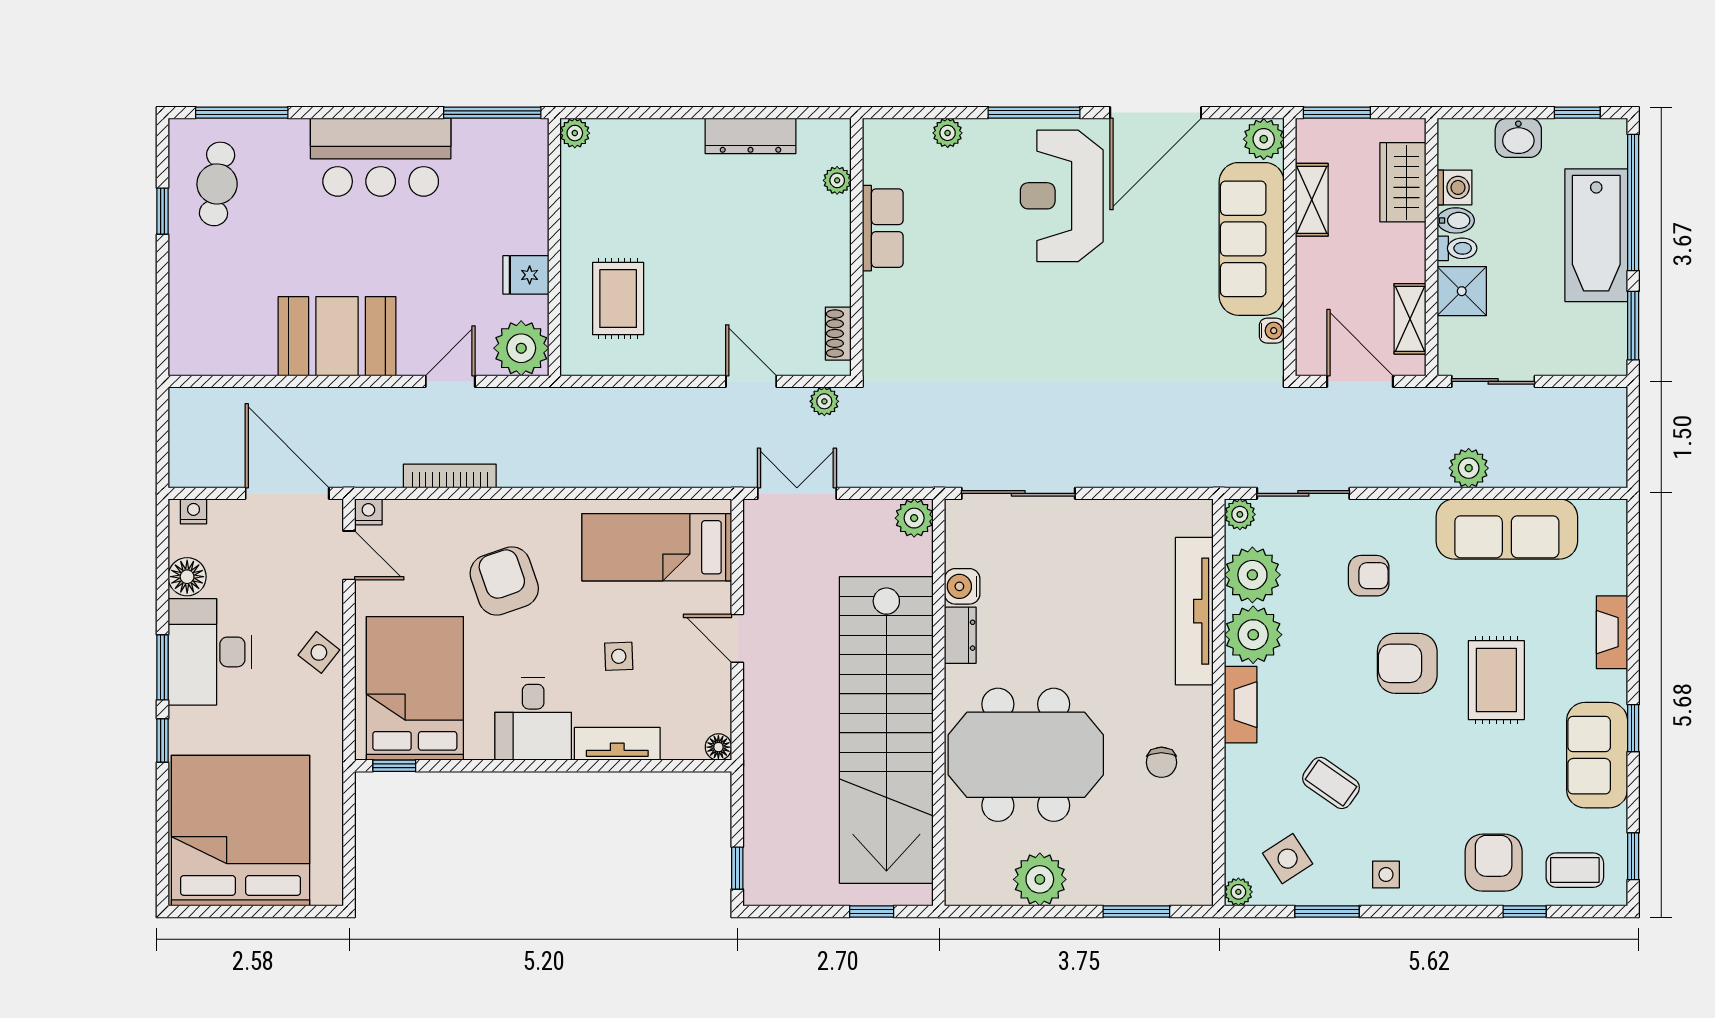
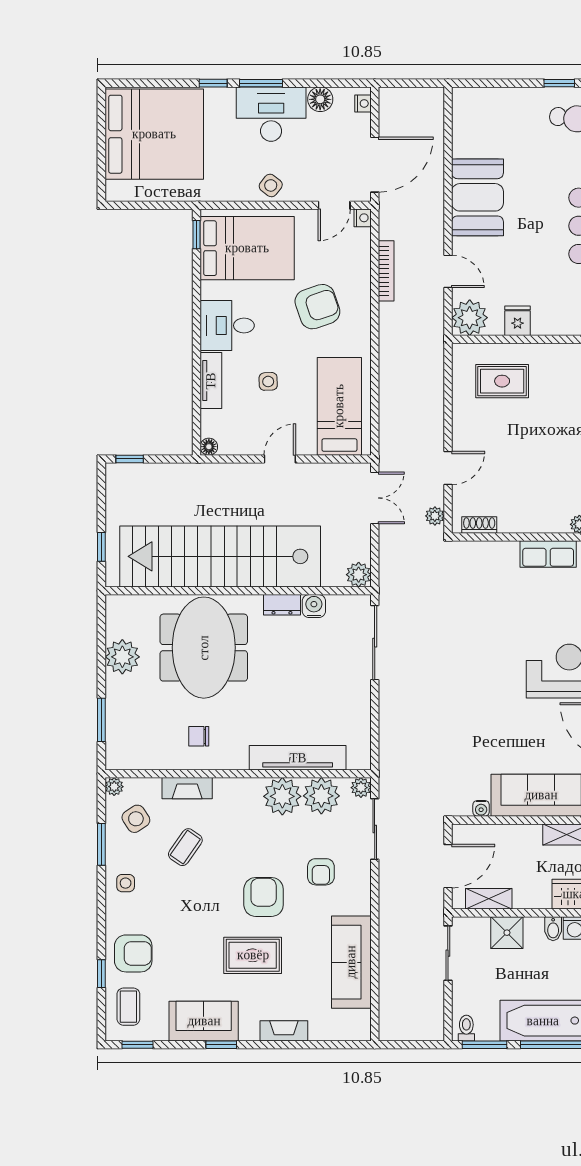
toilet: (1457, 248) -> (466, 1028), moved, turned 180
plant: (1469, 468) -> (391, 937), removed
fireplace: (1241, 705) -> (187, 788), moved

